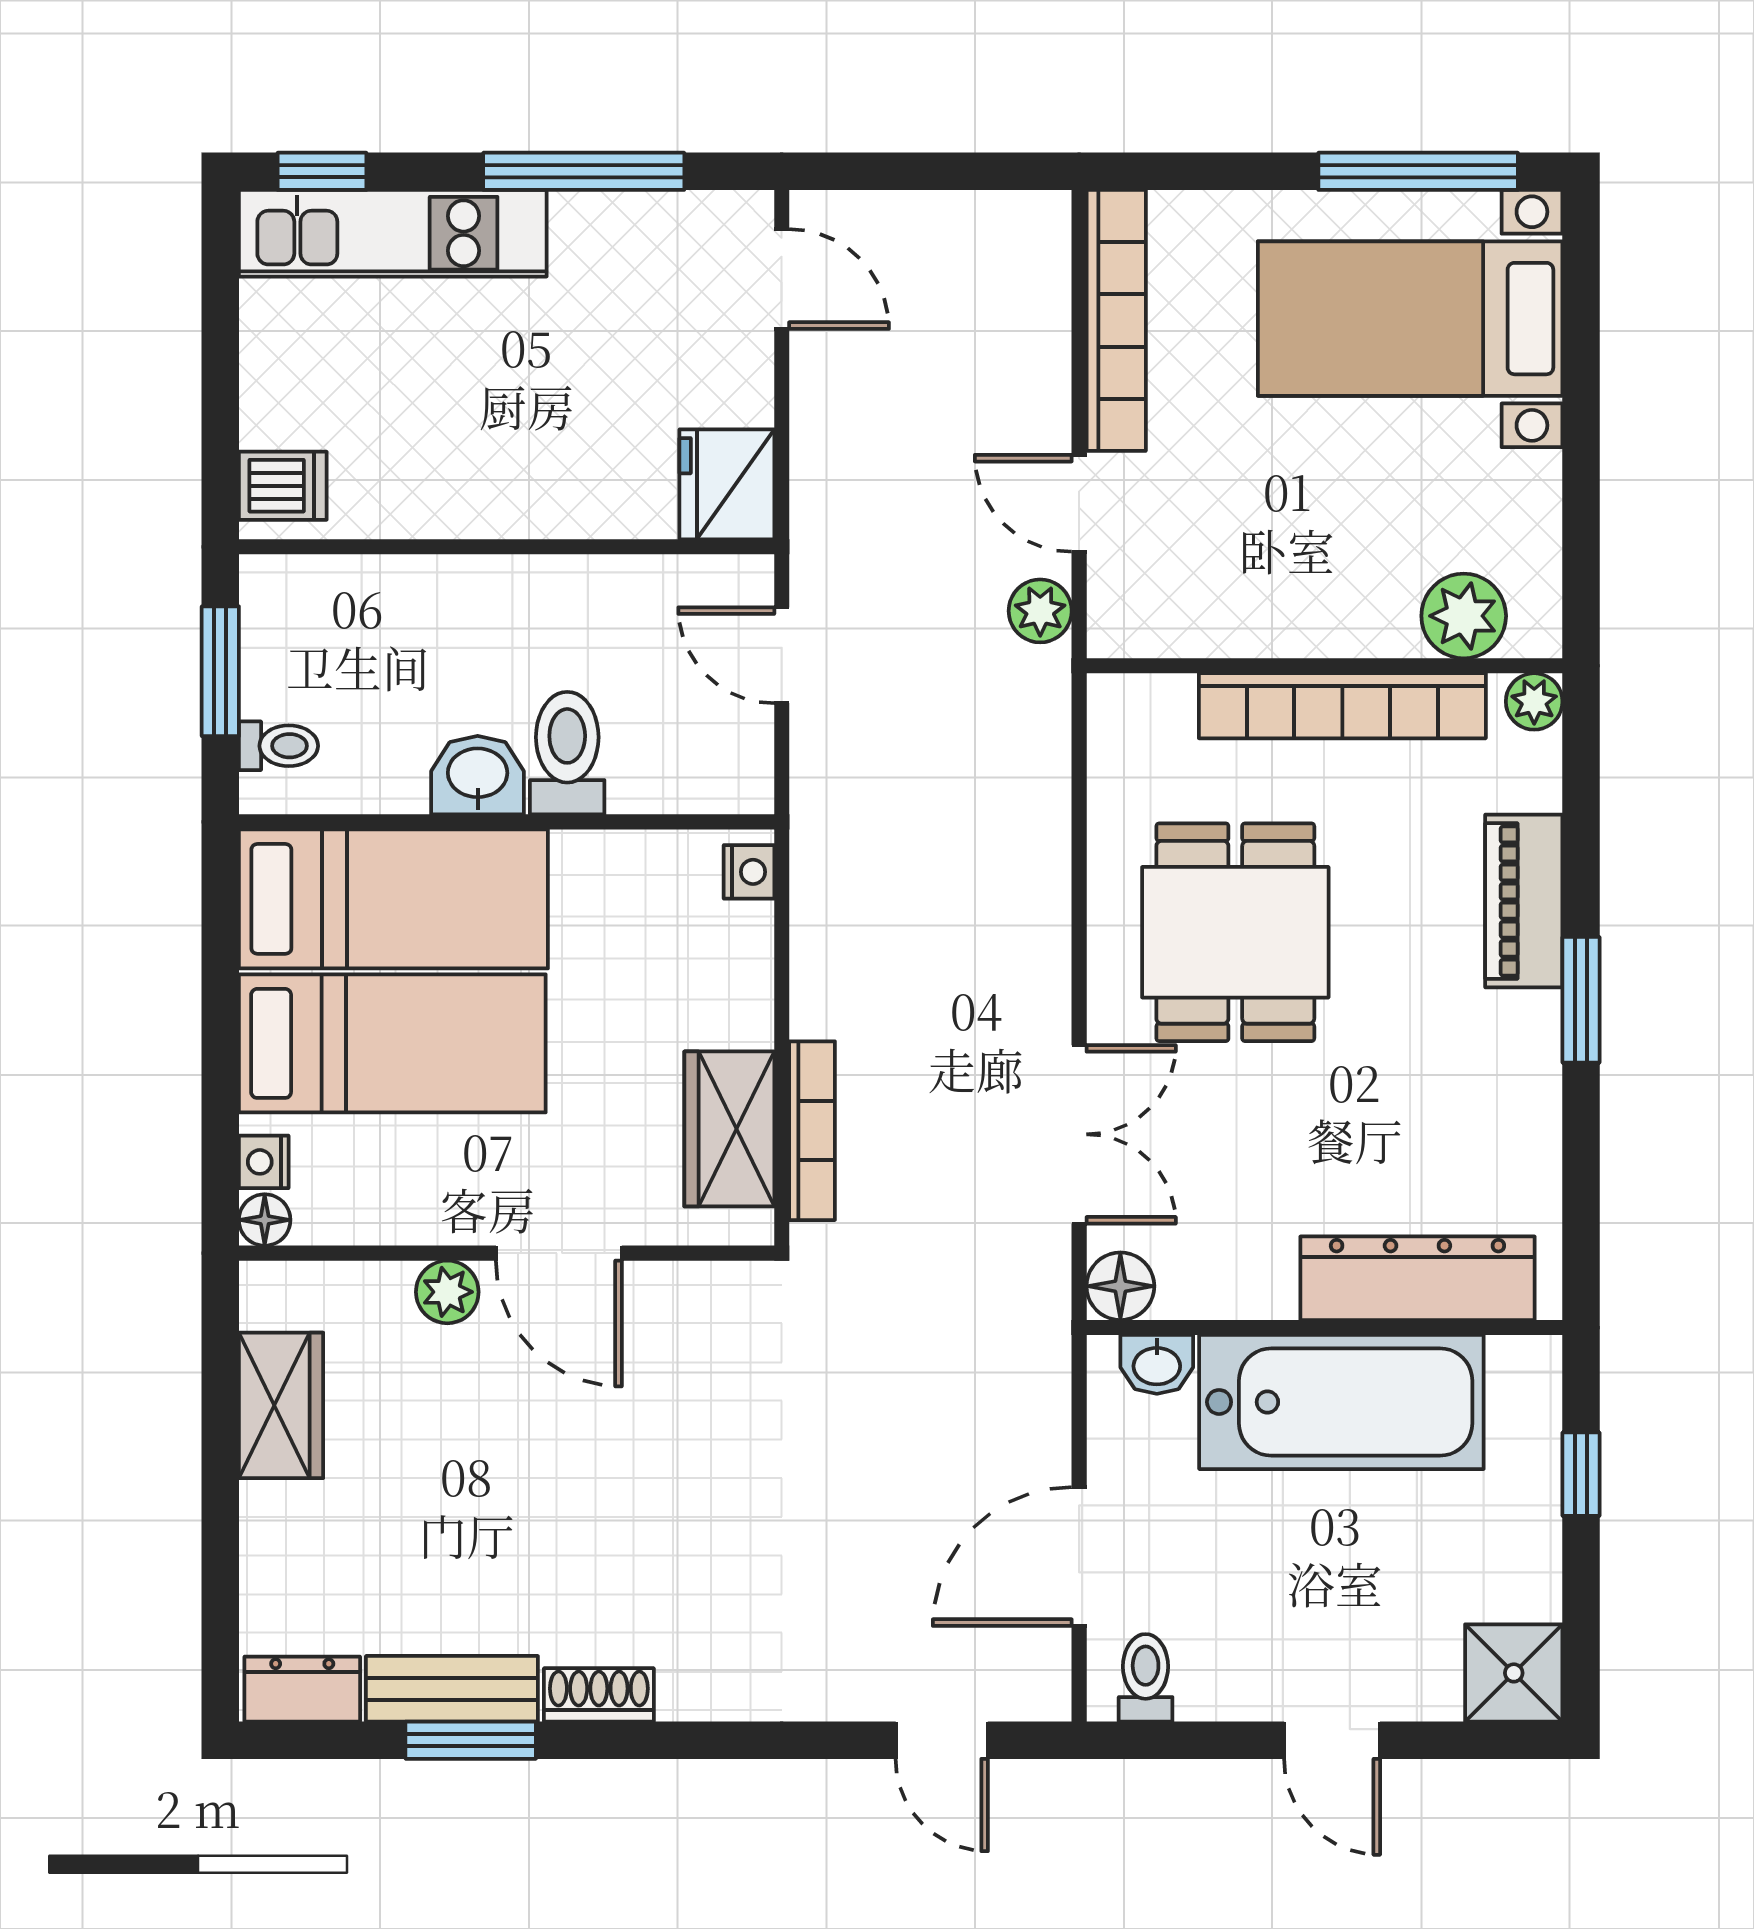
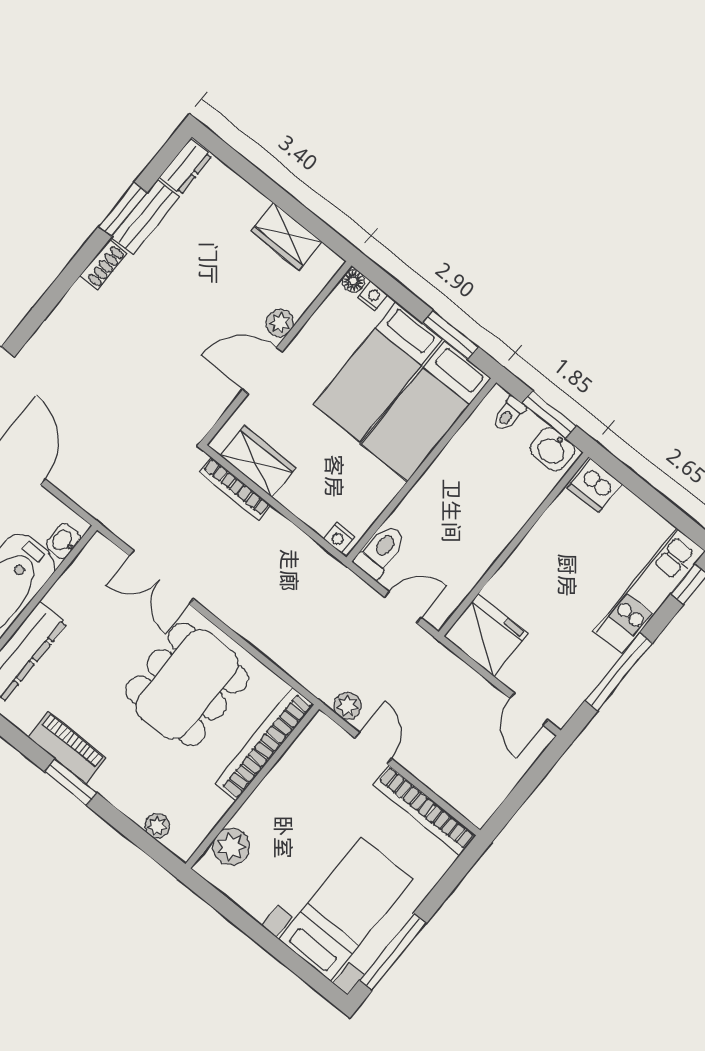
door: (782, 279) -> (529, 709), hinge flipped
fridge: (727, 484) -> (486, 635), width x1.36, depth x1.34
dishwasher: (283, 486) -> (595, 486), width x1.38
door: (1079, 503) -> (373, 748), hinge flipped
plant: (1534, 701) -> (157, 826), moved
bookcase: (1342, 706) -> (264, 744), moved
toilet: (567, 753) -> (380, 551), moved, turned -90
washbasin: (478, 775) -> (552, 449), moved, turned 90
piano: (1524, 901) -> (67, 747), moved
dining table: (1235, 932) -> (187, 684), width x1.37
window: (220, 966) -> (450, 335), added
floor lamp: (1120, 1286) -> (99, 550), removed

